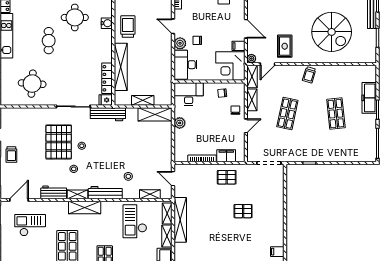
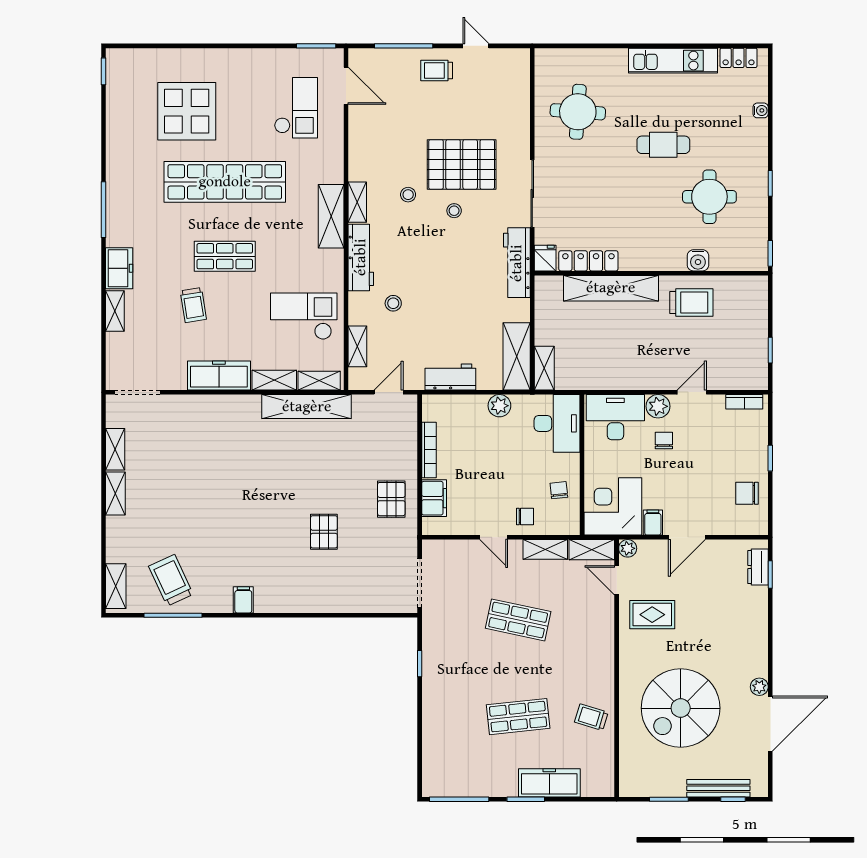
trolley: (309, 75) -> (591, 717), moved
shelving: (143, 100) -> (544, 368), moved
workbench: (54, 192) -> (450, 377), moved, turned -90

